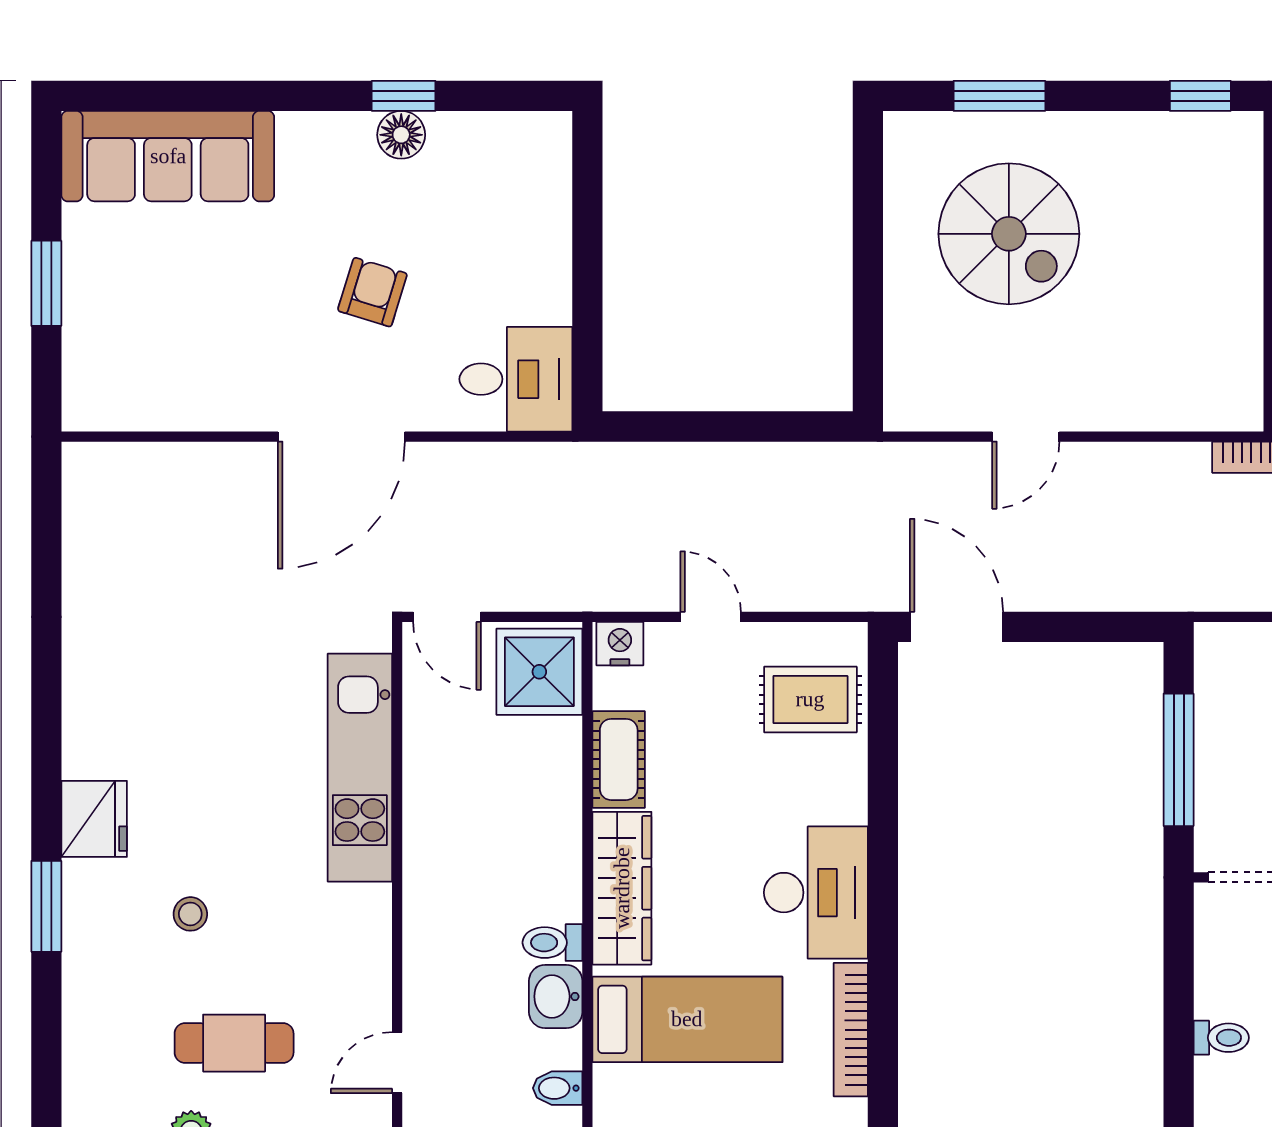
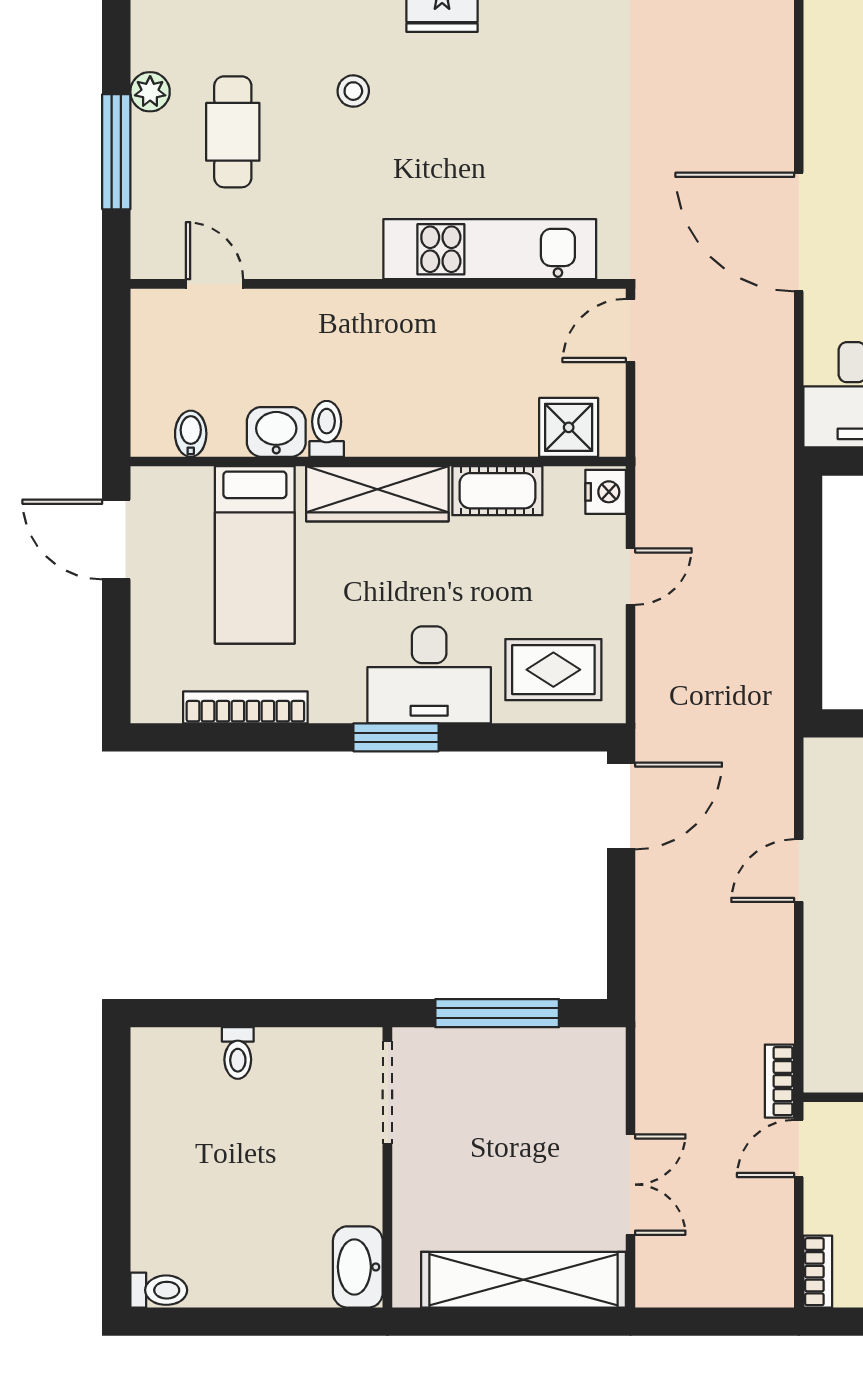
door: (1026, 437) -> (799, 871), hinge flipped
shower: (539, 672) -> (569, 427), width x0.73, depth x0.73
rug: (810, 699) -> (553, 670), turned 90
window: (883, 868) -> (396, 737), added
desk: (816, 893) -> (429, 675), moved

